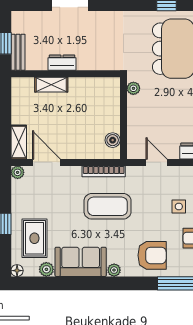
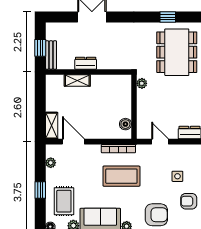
plant: (18, 172) -> (51, 163), moved

